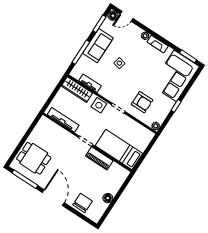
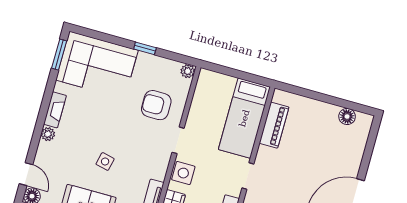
armchair: (142, 102) -> (156, 105), turned -90
piano: (99, 158) -> (274, 125), moved
floor lamp: (108, 198) -> (347, 117), moved
chair: (83, 203) -> (349, 149), removed

